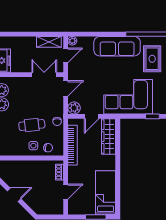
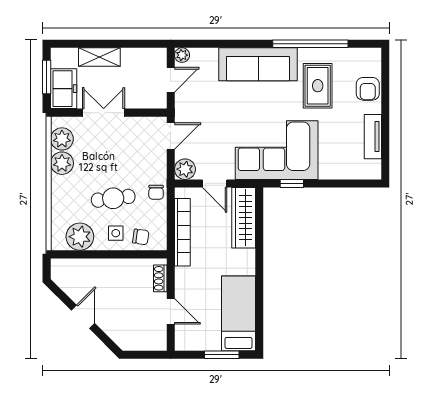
shelving: (49, 42) -> (99, 57), moved
double door: (44, 75) -> (104, 113), moved
door: (92, 116) -> (215, 183), hinge flipped
window: (152, 116) -> (292, 183), moved
plant: (12, 148) -> (80, 237), added
door: (66, 192) -> (171, 311), hinge flipped
door: (14, 195) -> (83, 317), hinge flipped

